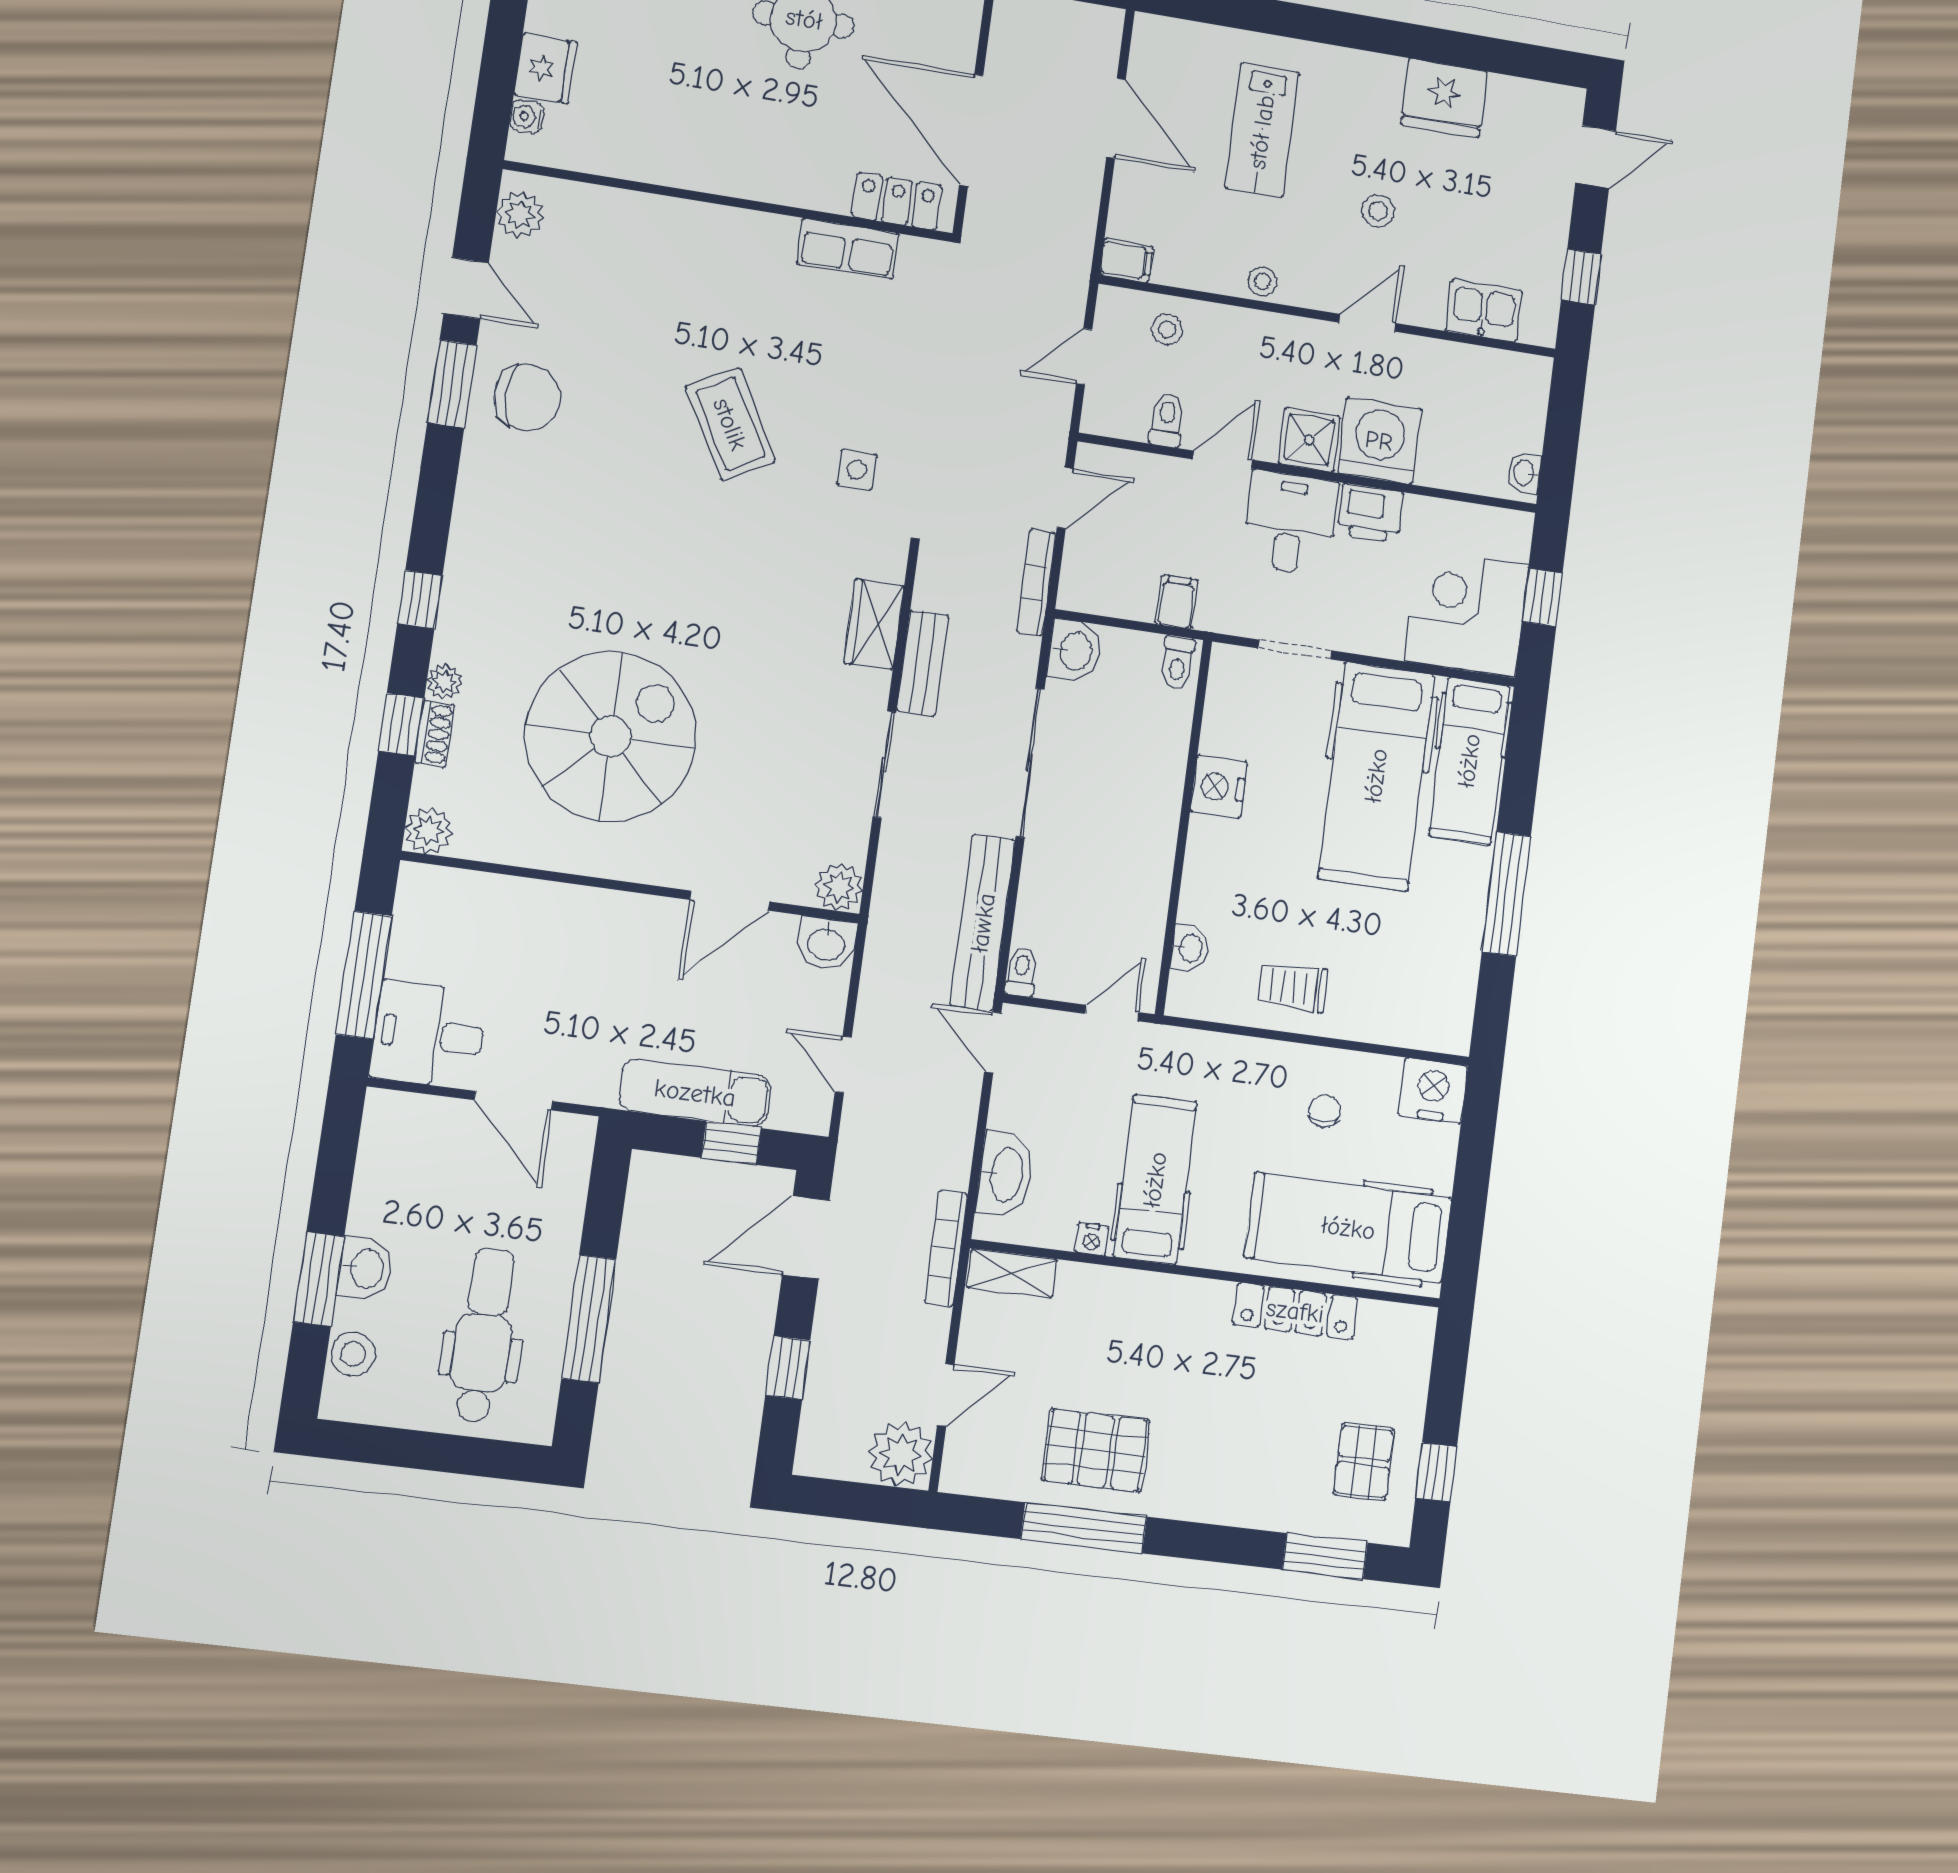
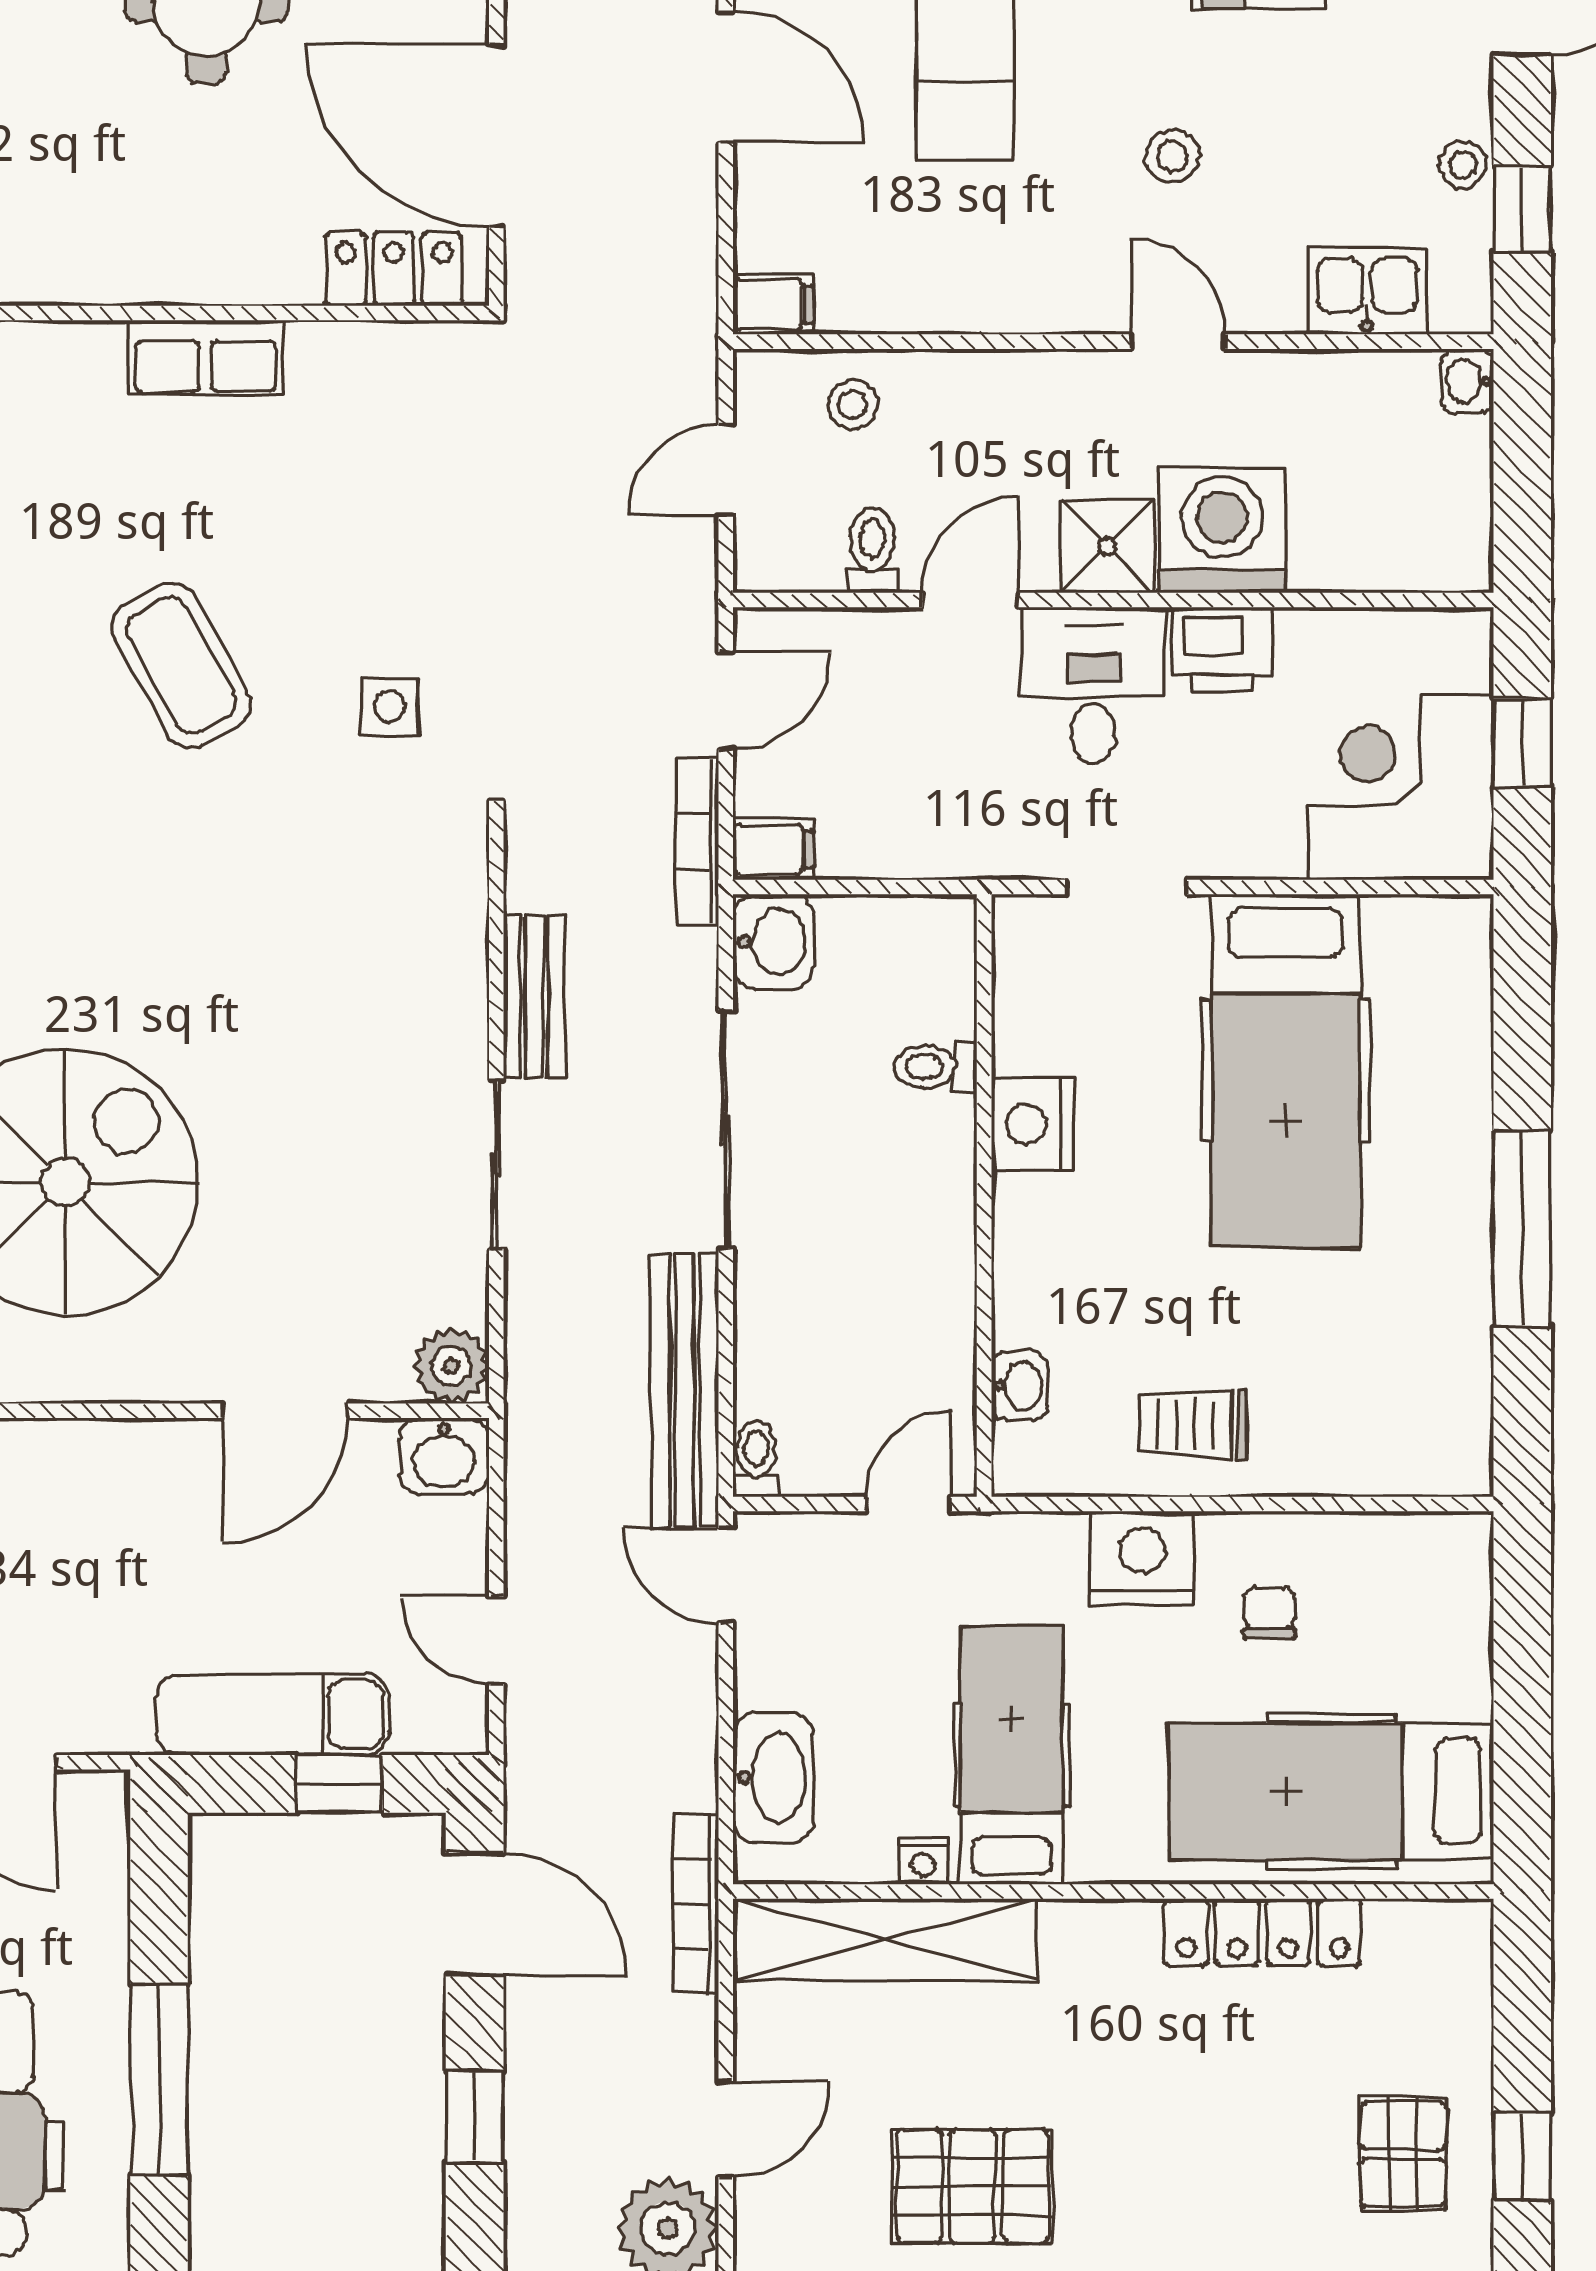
row of seats: (848, 248) -> (206, 357), moved
stool: (1262, 281) -> (1463, 164), moved
door: (1367, 323) -> (1178, 342), hinge flipped
washbasin: (1524, 473) -> (1468, 381), moved
filing cabinet: (1177, 602) -> (773, 850), moved, turned 90
wardrobe: (874, 624) -> (450, 947), removed
toilet: (1178, 662) -> (936, 1067), moved, turned 90
hospital bed: (1469, 761) -> (1435, 1024), removed
nightstand: (1433, 1091) -> (1142, 1558), moved
door: (806, 1237) -> (475, 1914), swing flipped
shelving: (1012, 1273) -> (887, 1940), width x2.20, depth x1.33

